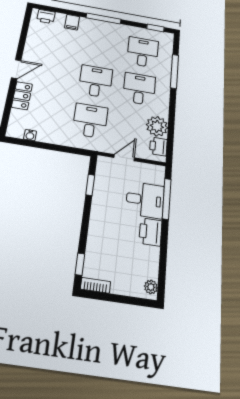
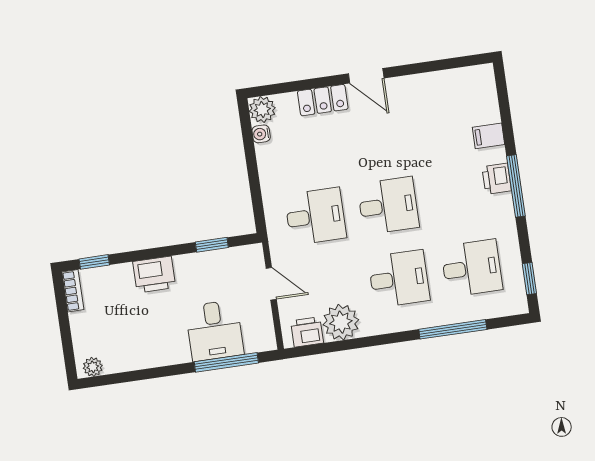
printer: (46, 17) -> (497, 179), moved
plant: (15, 130) -> (262, 110), added
printer: (150, 232) -> (154, 275), moved, turned 180

